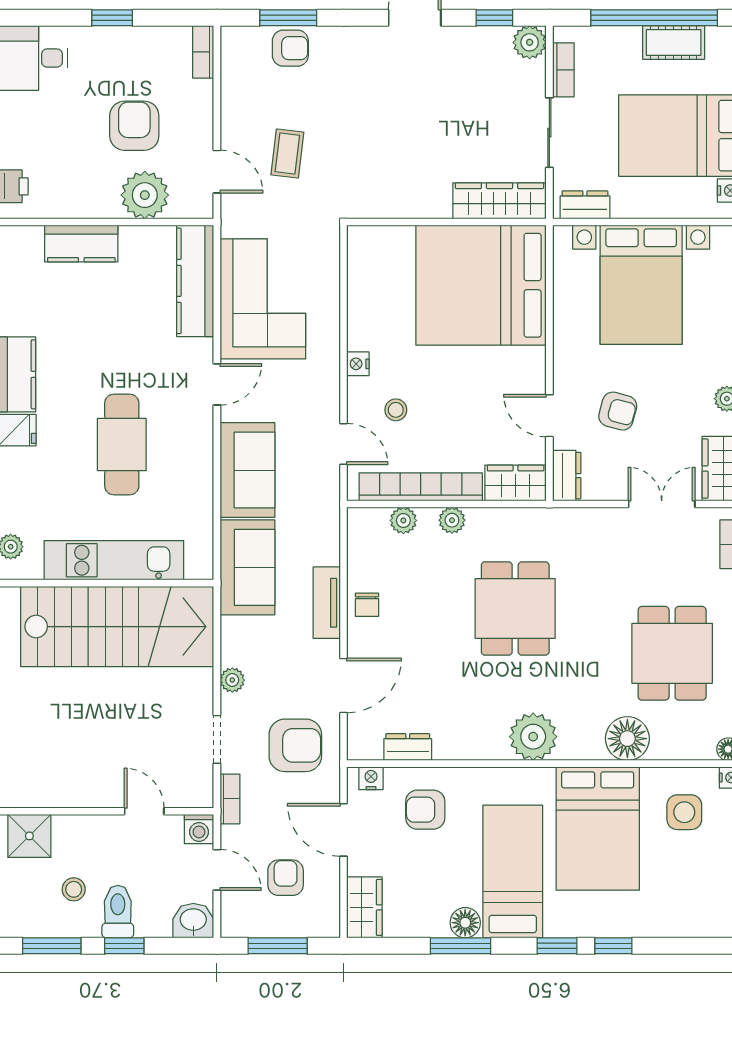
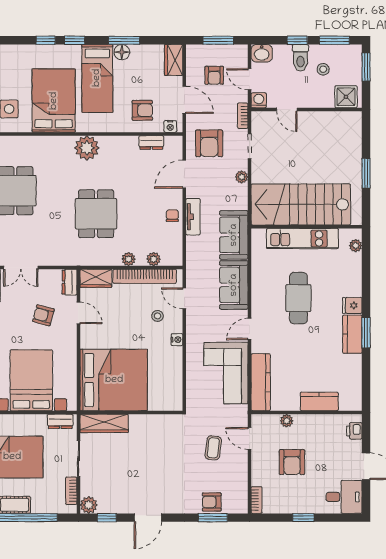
plant: (145, 195) -> (287, 421), width x0.53, depth x0.53
floor lamp: (627, 739) -> (38, 147), removed
armchair: (295, 745) -> (209, 143), turned -90

